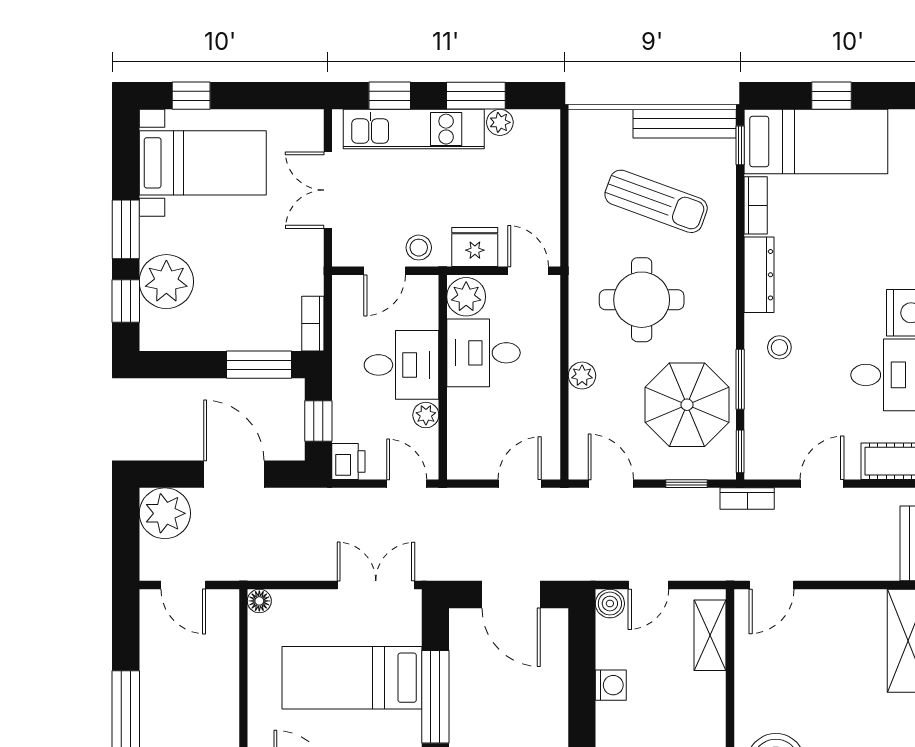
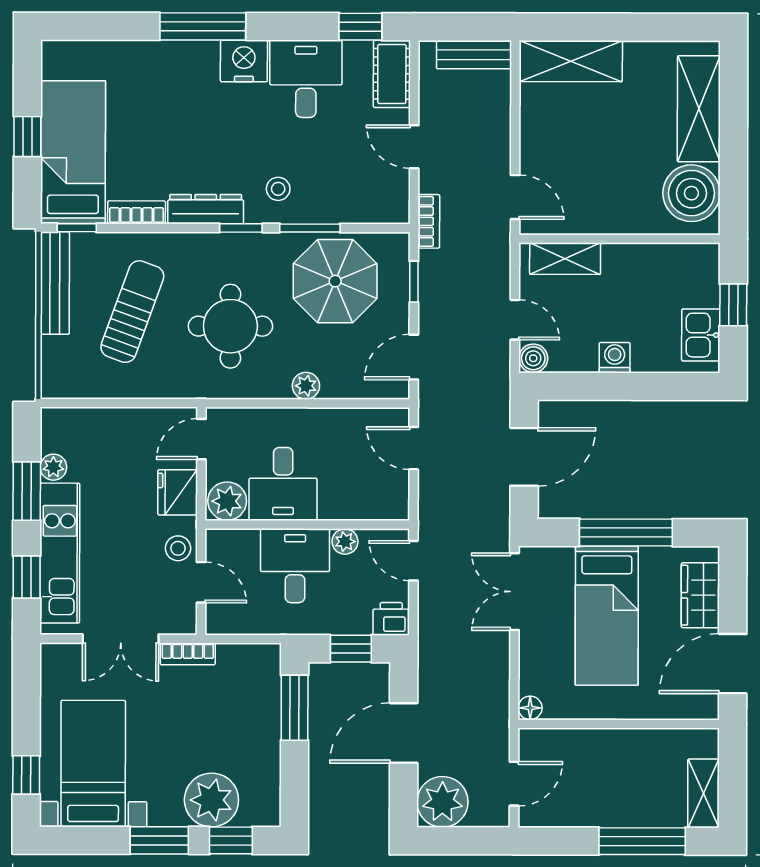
bookcase: (313, 324) -> (188, 654), moved
window: (740, 451) -> (241, 228), moved
door: (407, 484) -> (413, 561), hinge flipped

